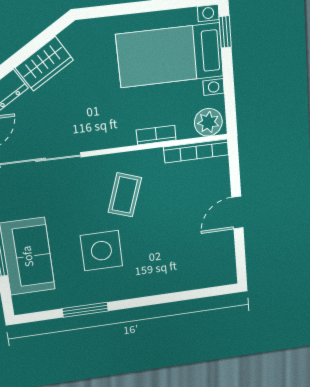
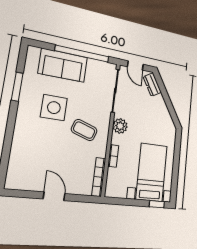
wardrobe: (44, 64) -> (161, 108), removed
plant: (208, 122) -> (120, 126), moved

